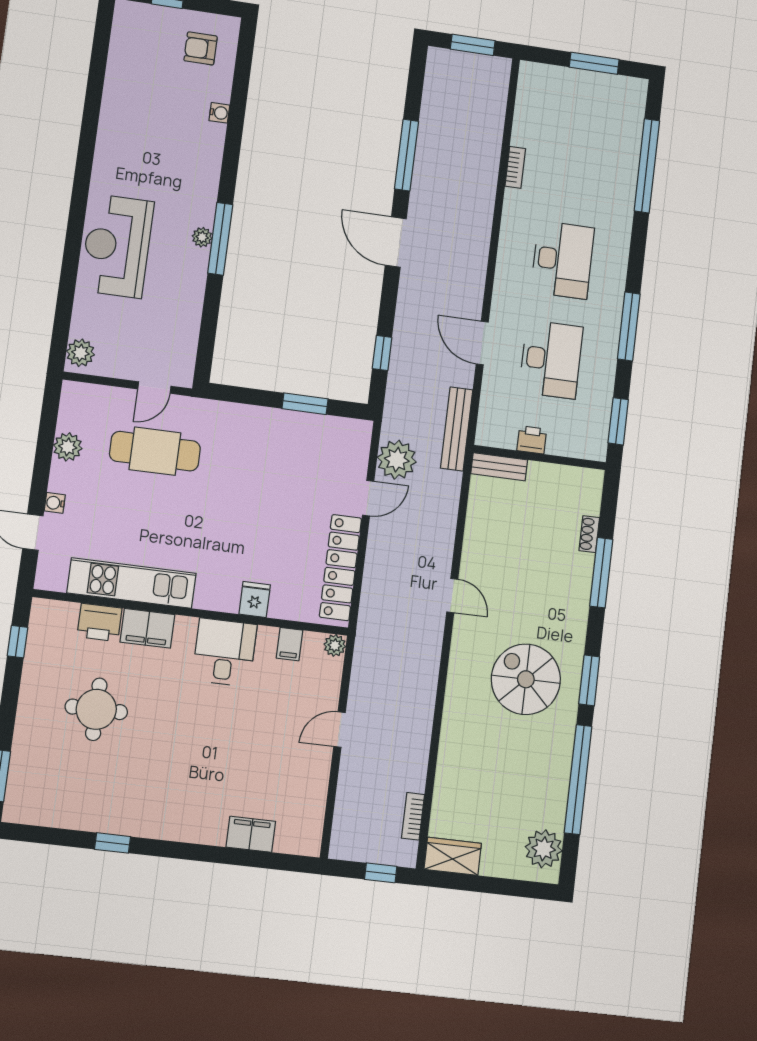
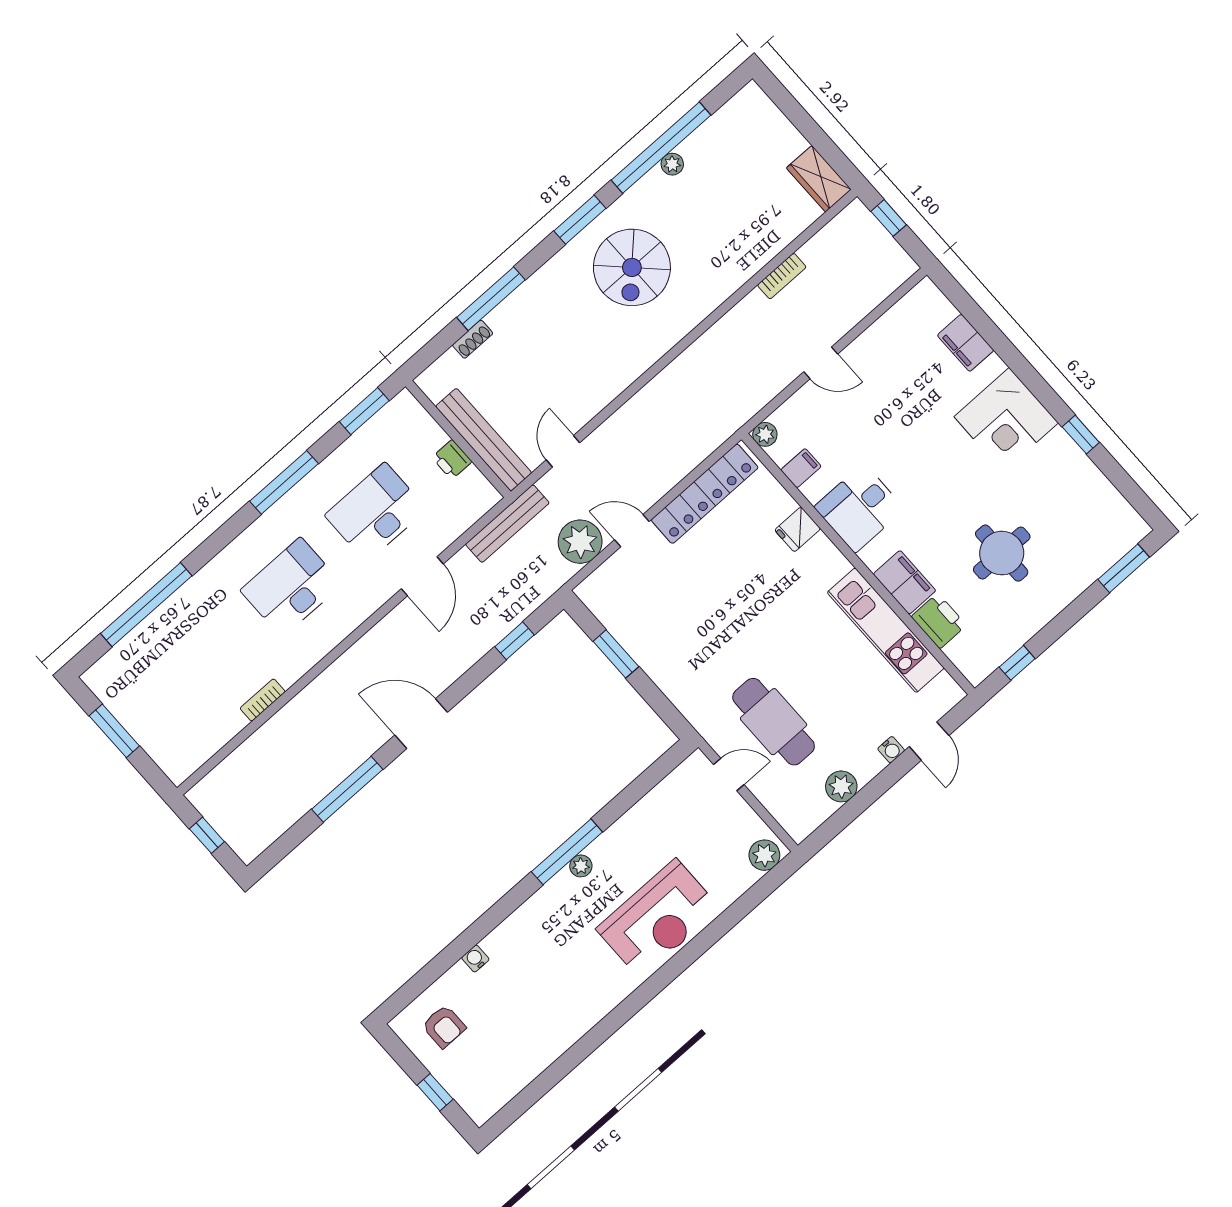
window: (473, 45) -> (207, 835), width x0.67
door: (396, 242) -> (421, 724), swing flipped
bench: (499, 467) -> (484, 440), width x1.86, depth x1.21
door: (452, 596) -> (563, 451), moved
corner desk: (175, 806) -> (1006, 420), added
bookcase: (413, 816) -> (782, 276), moved
plant: (544, 849) -> (672, 164), moved, width x0.53, depth x0.53

